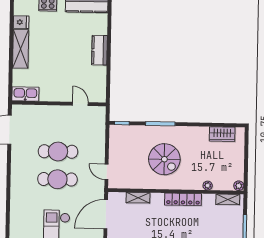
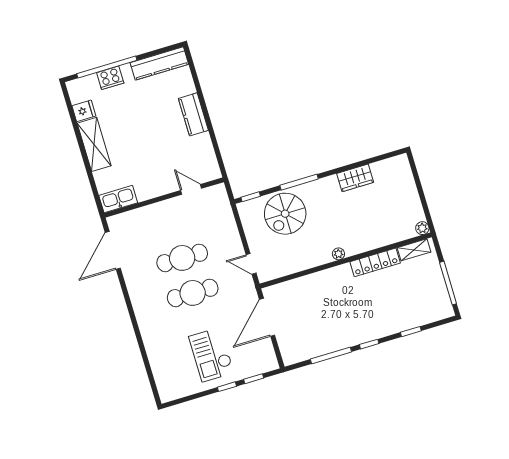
wardrobe: (222, 134) -> (355, 178), moved
spiral stairs: (164, 159) -> (285, 214), moved, turned 90
plant: (208, 186) -> (338, 254), moved
shelving: (138, 198) -> (301, 284), removed
locker: (183, 199) -> (375, 262), moved

